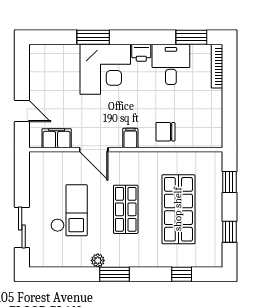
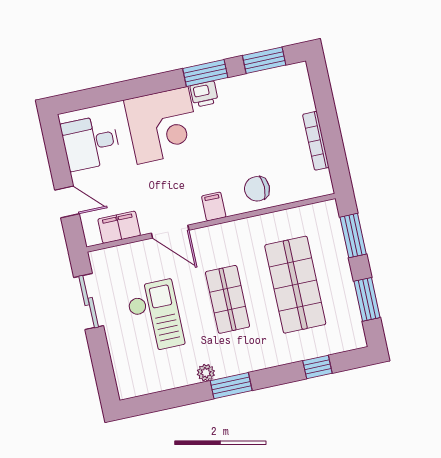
window: (93, 37) -> (205, 73), moved
desk: (171, 64) -> (91, 143), moved, turned -90
bookcase: (217, 66) -> (316, 141), moved
window: (229, 182) -> (353, 236), width x1.50
sliding door: (22, 227) -> (89, 302), moved
window: (229, 232) -> (367, 299), width x1.50

